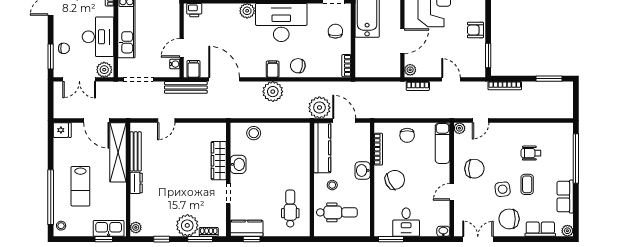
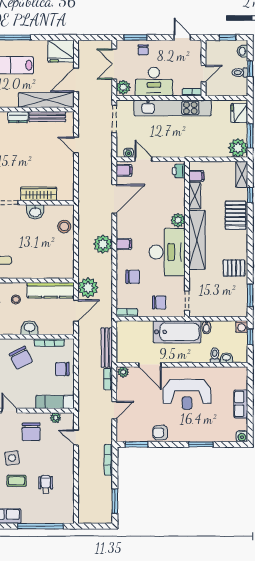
armchair: (475, 30) -> (160, 433), turned -90
chair: (298, 66) -> (133, 277), moved, turned 79
bench: (186, 87) -> (107, 348), moved
plant: (459, 128) -> (56, 418), moved
fridge: (62, 130) -> (61, 51), width x1.88, depth x1.34

